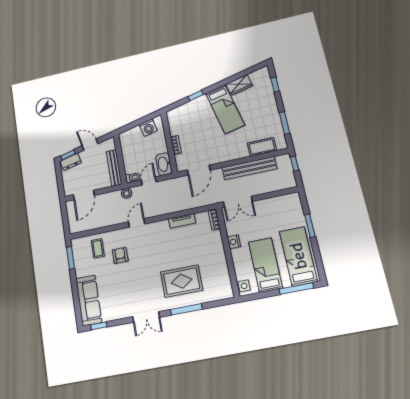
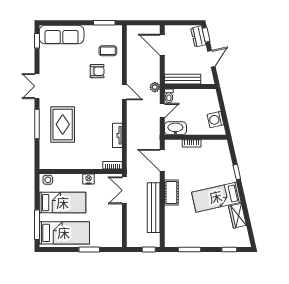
cot: (262, 147) -> (171, 192), moved
door: (149, 181) -> (162, 111), hinge flipped

